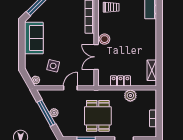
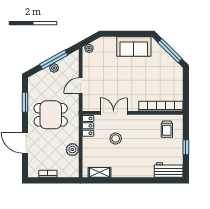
stool: (104, 39) -> (116, 138), moved
side table: (53, 66) -> (104, 67), removed
locker: (120, 81) -> (88, 126), moved
door: (70, 88) -> (81, 85), swing flipped

